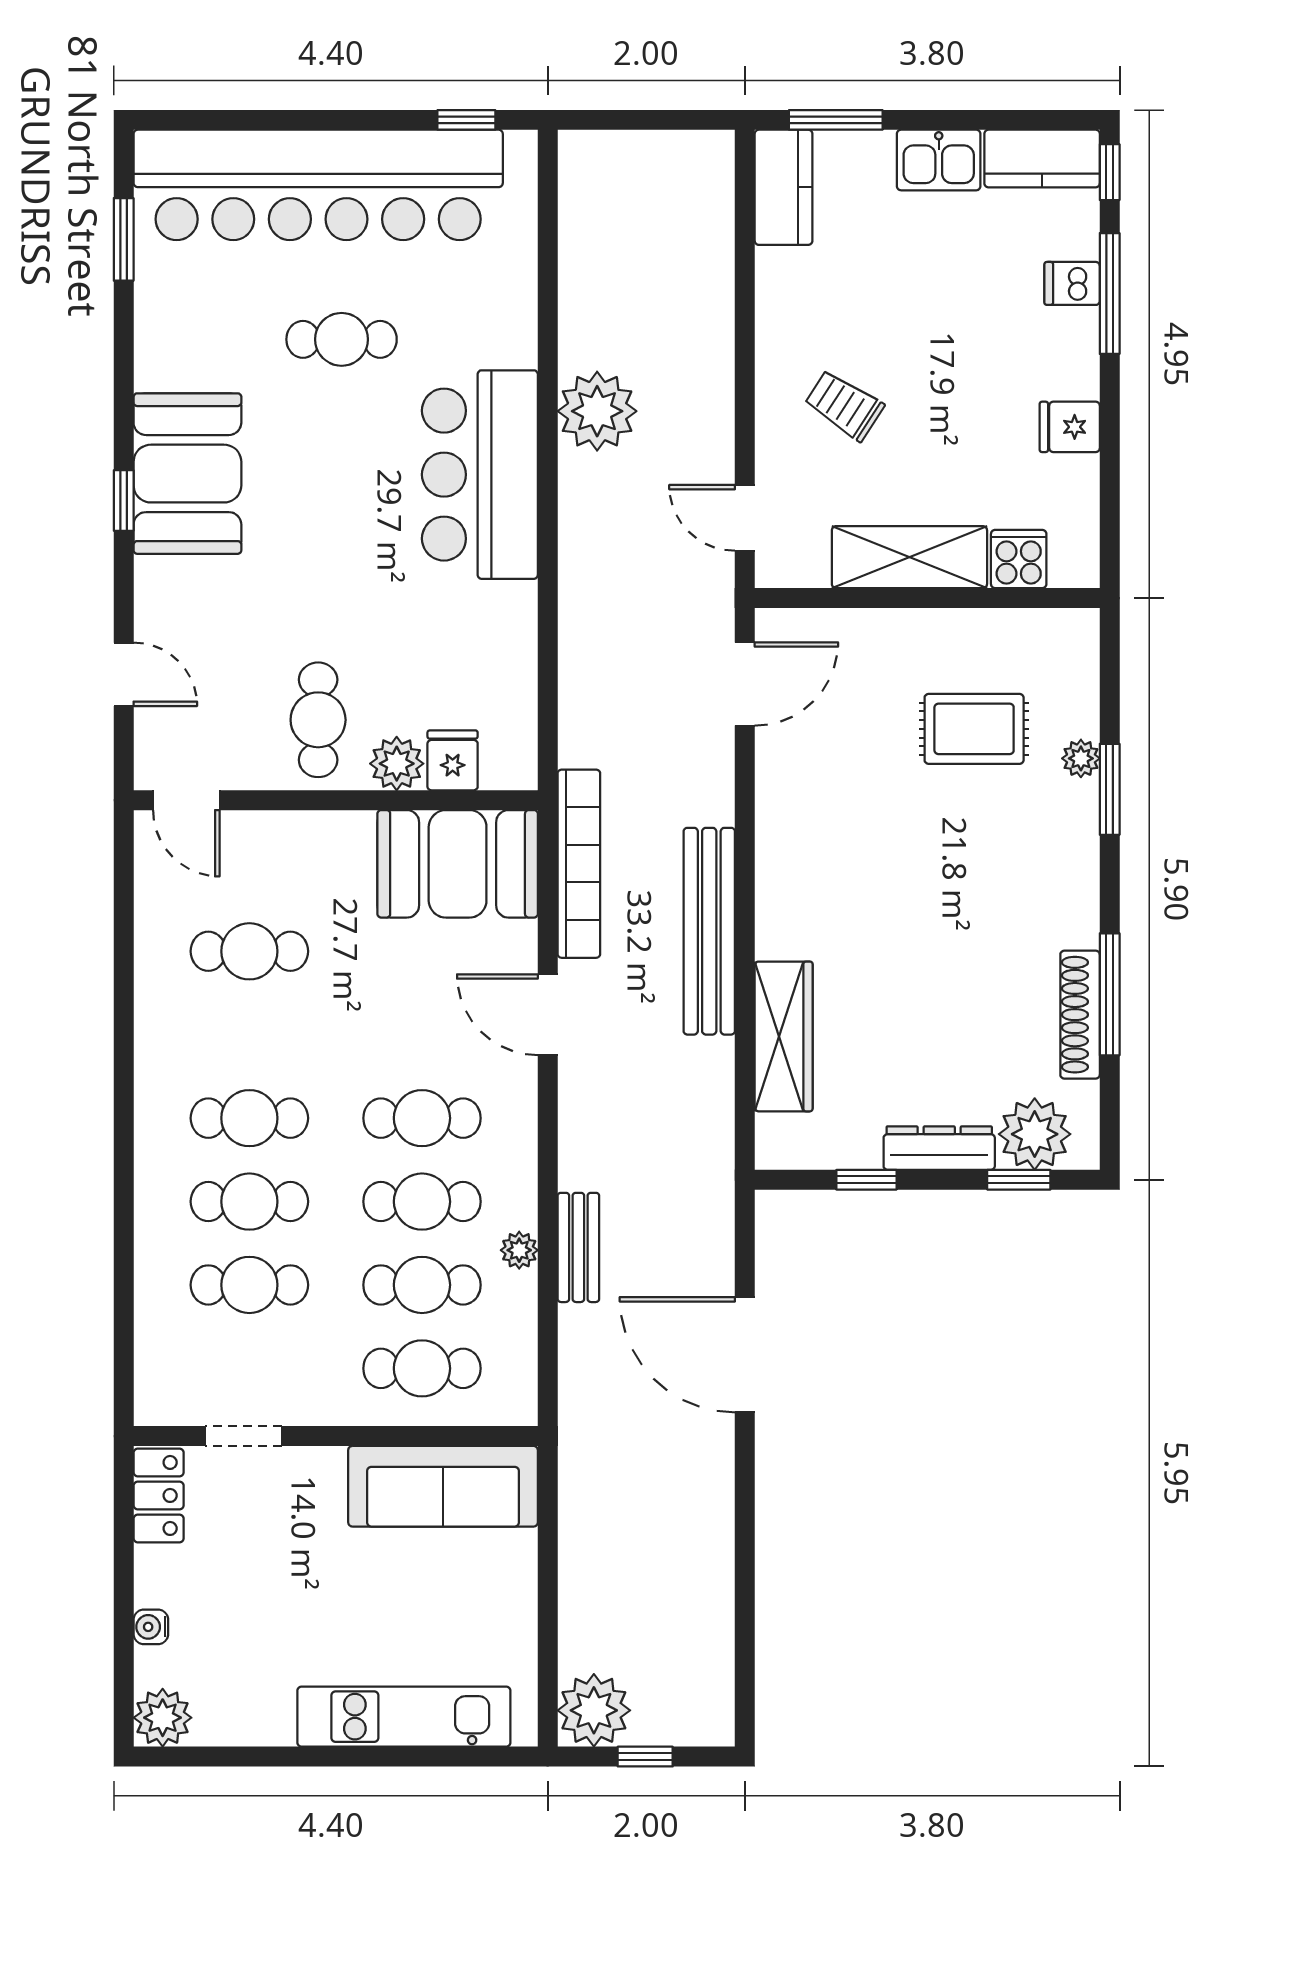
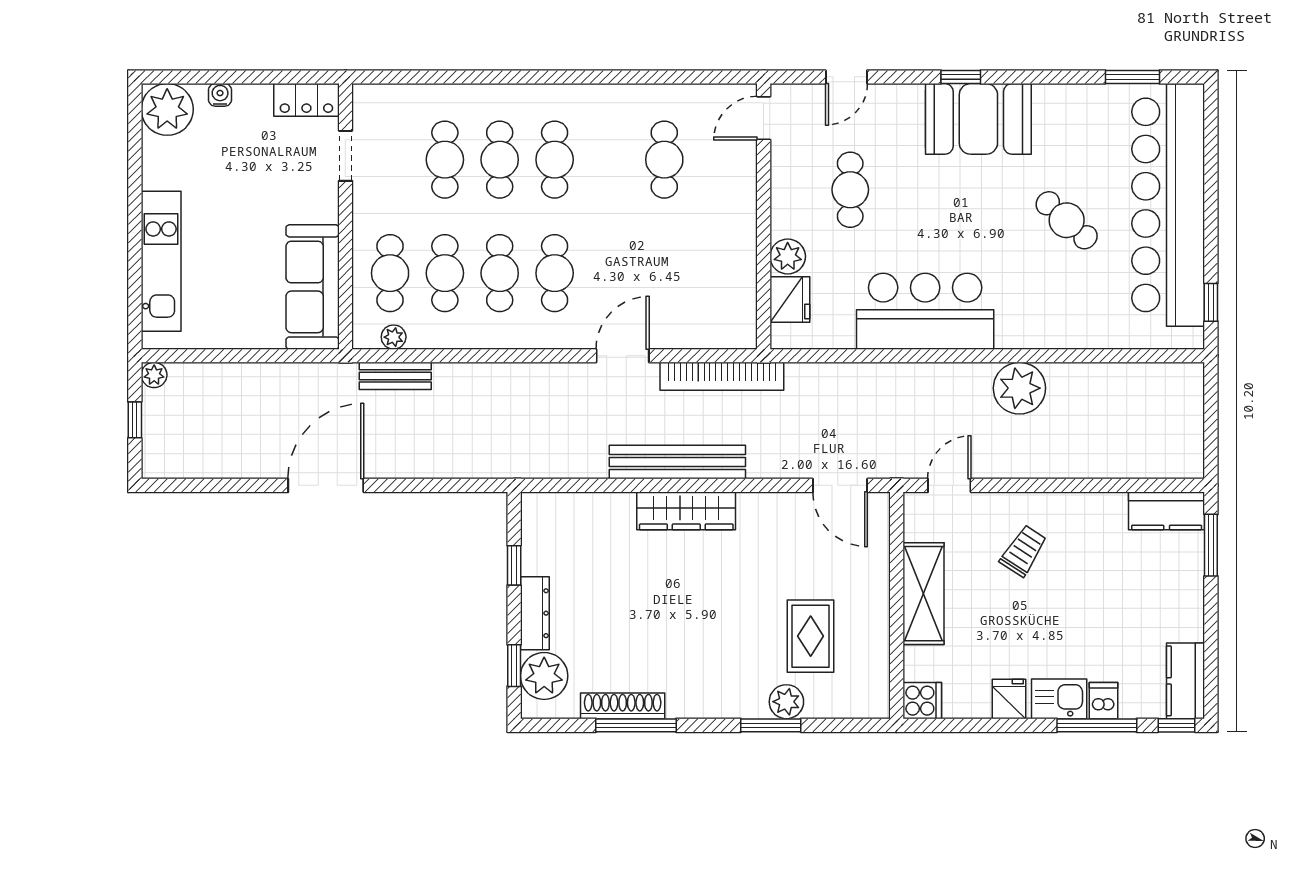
kitchen sink: (939, 160) -> (1059, 699), moved, turned 90
cafe table: (342, 339) -> (1067, 220), turned -48
bar counter: (480, 475) -> (925, 311), moved
cooker: (1019, 559) -> (922, 701), moved
cafe table: (318, 720) -> (850, 190), moved, turned 90
plant: (1081, 758) -> (786, 702), width x1.38, depth x1.38
fridge: (453, 760) -> (790, 300), width x1.38
booth: (458, 864) -> (722, 297), removed
wardrobe: (784, 1036) -> (686, 511), moved
bench: (578, 1247) -> (395, 376), moved
plant: (519, 1250) -> (394, 337), moved
door: (745, 1355) -> (326, 485), moved
plant: (594, 1710) -> (154, 375), width x0.53, depth x0.53
plant: (163, 1718) -> (167, 109), width x1.36, depth x1.36

